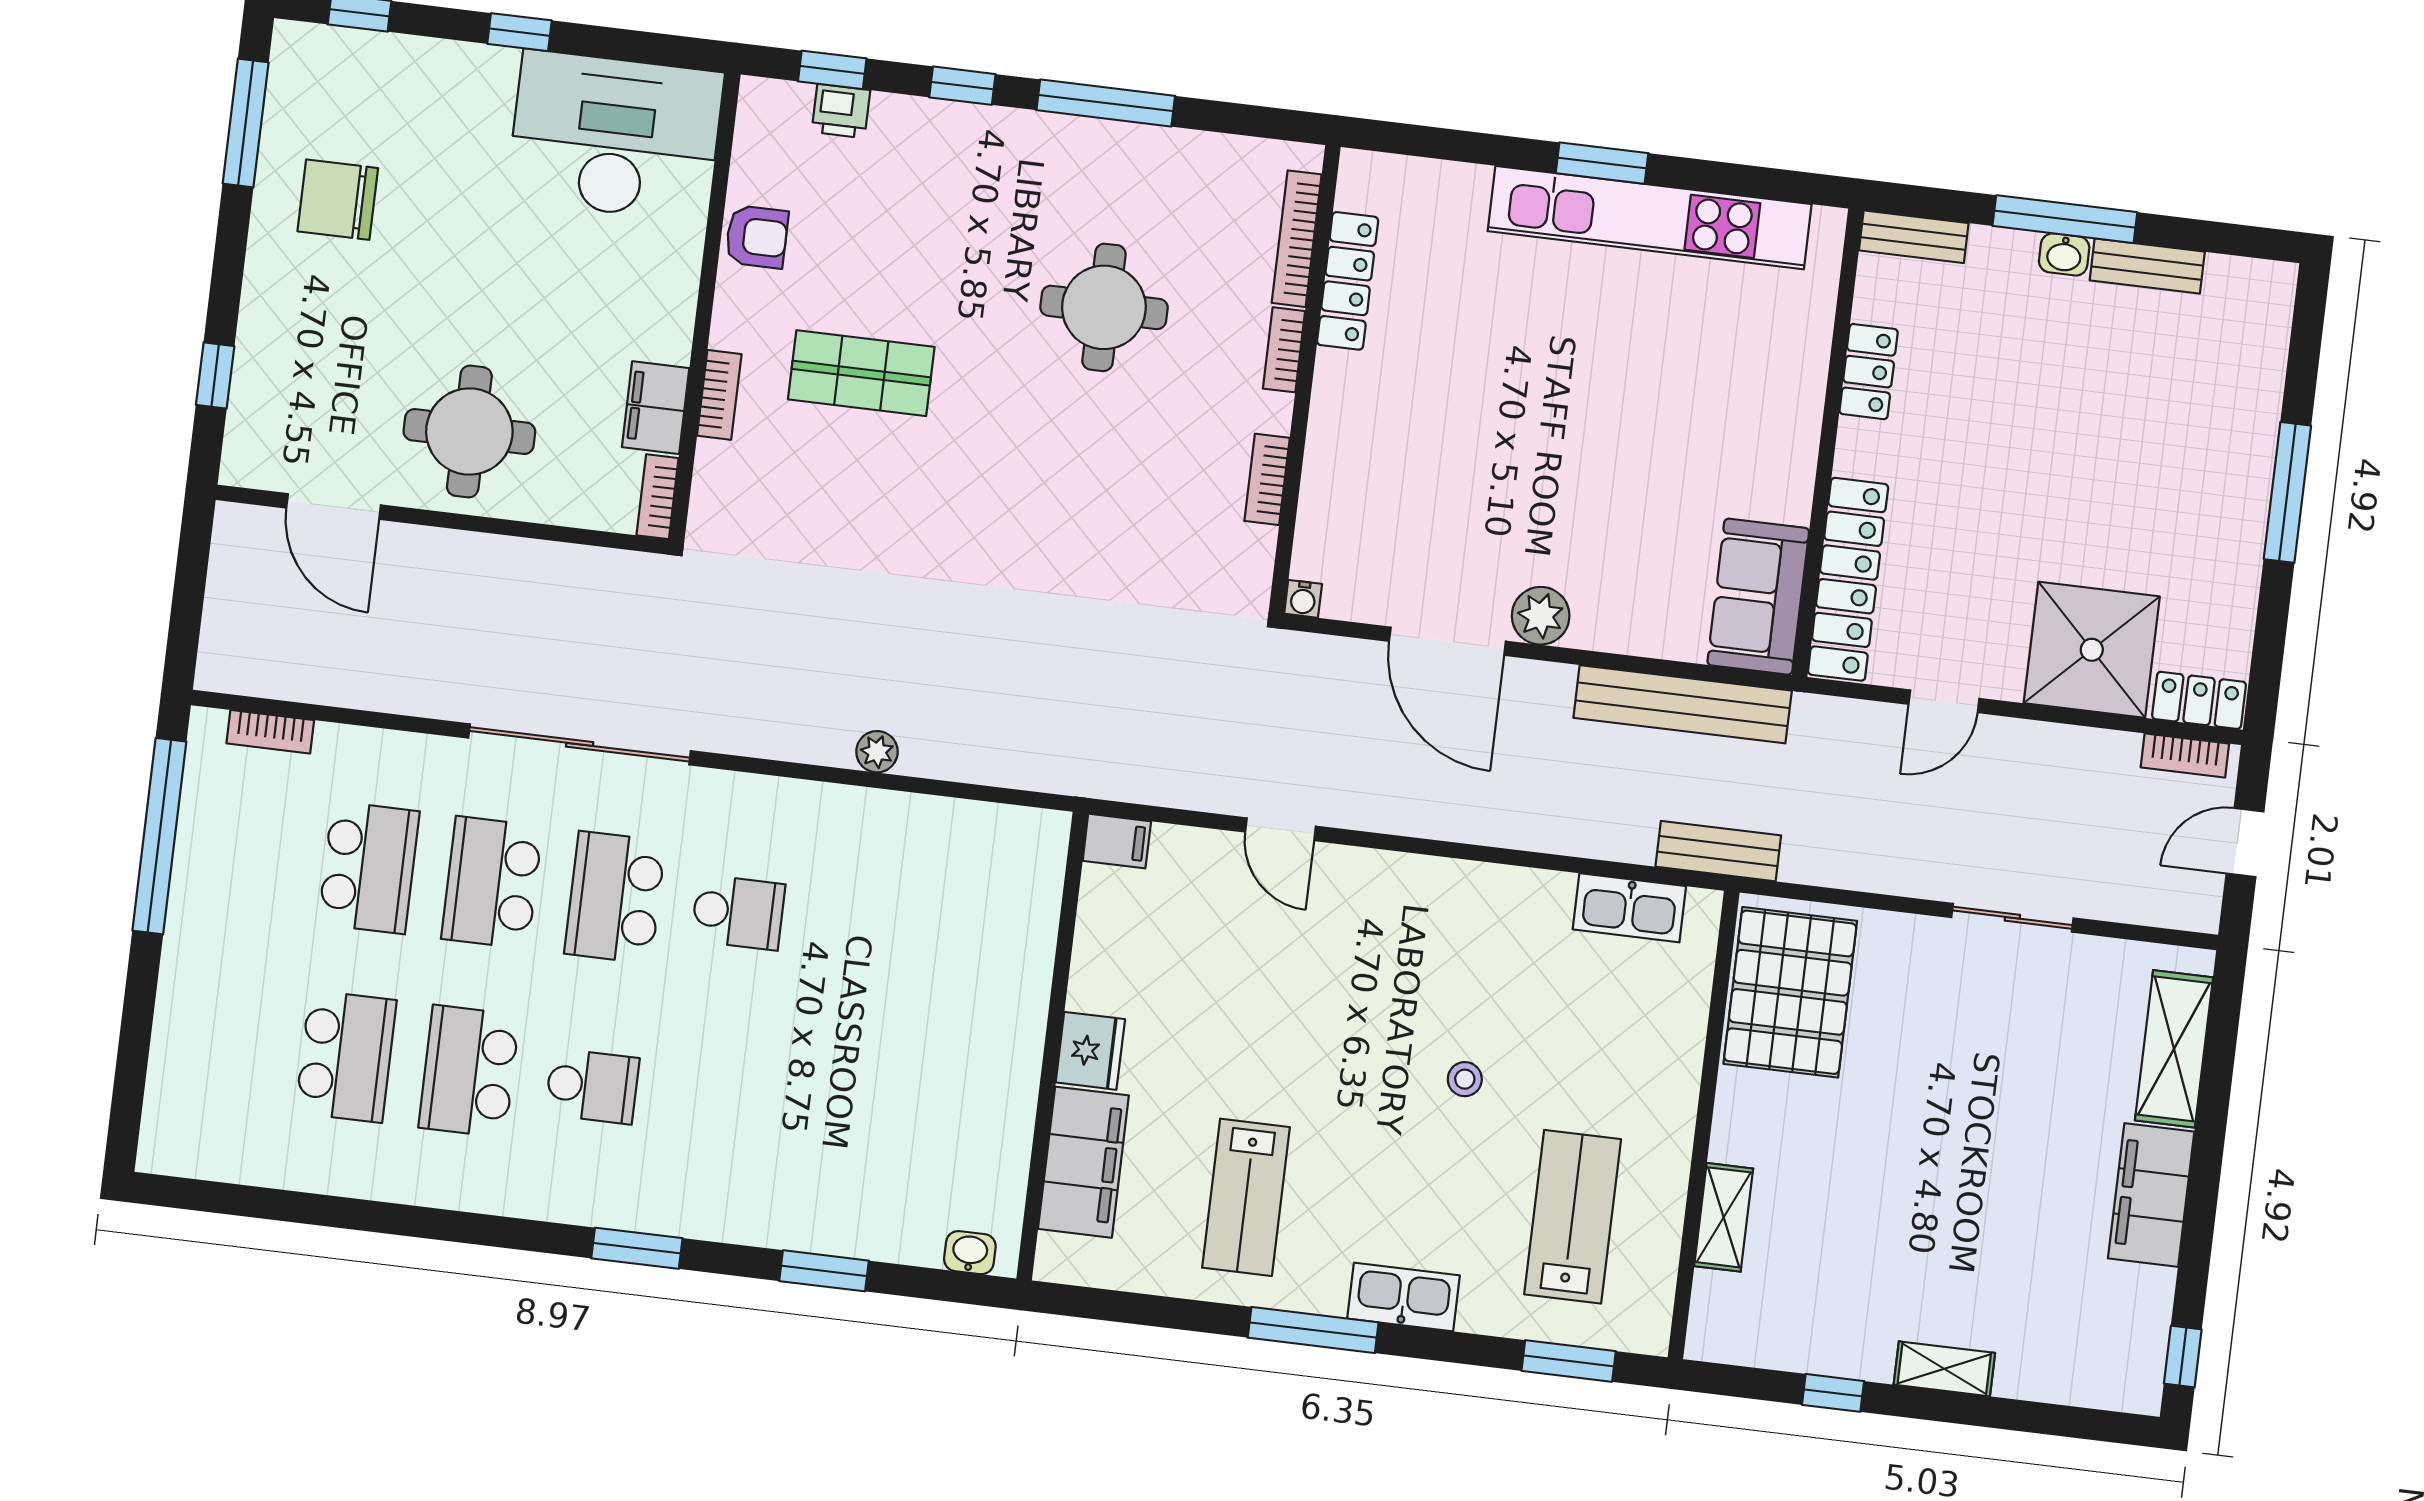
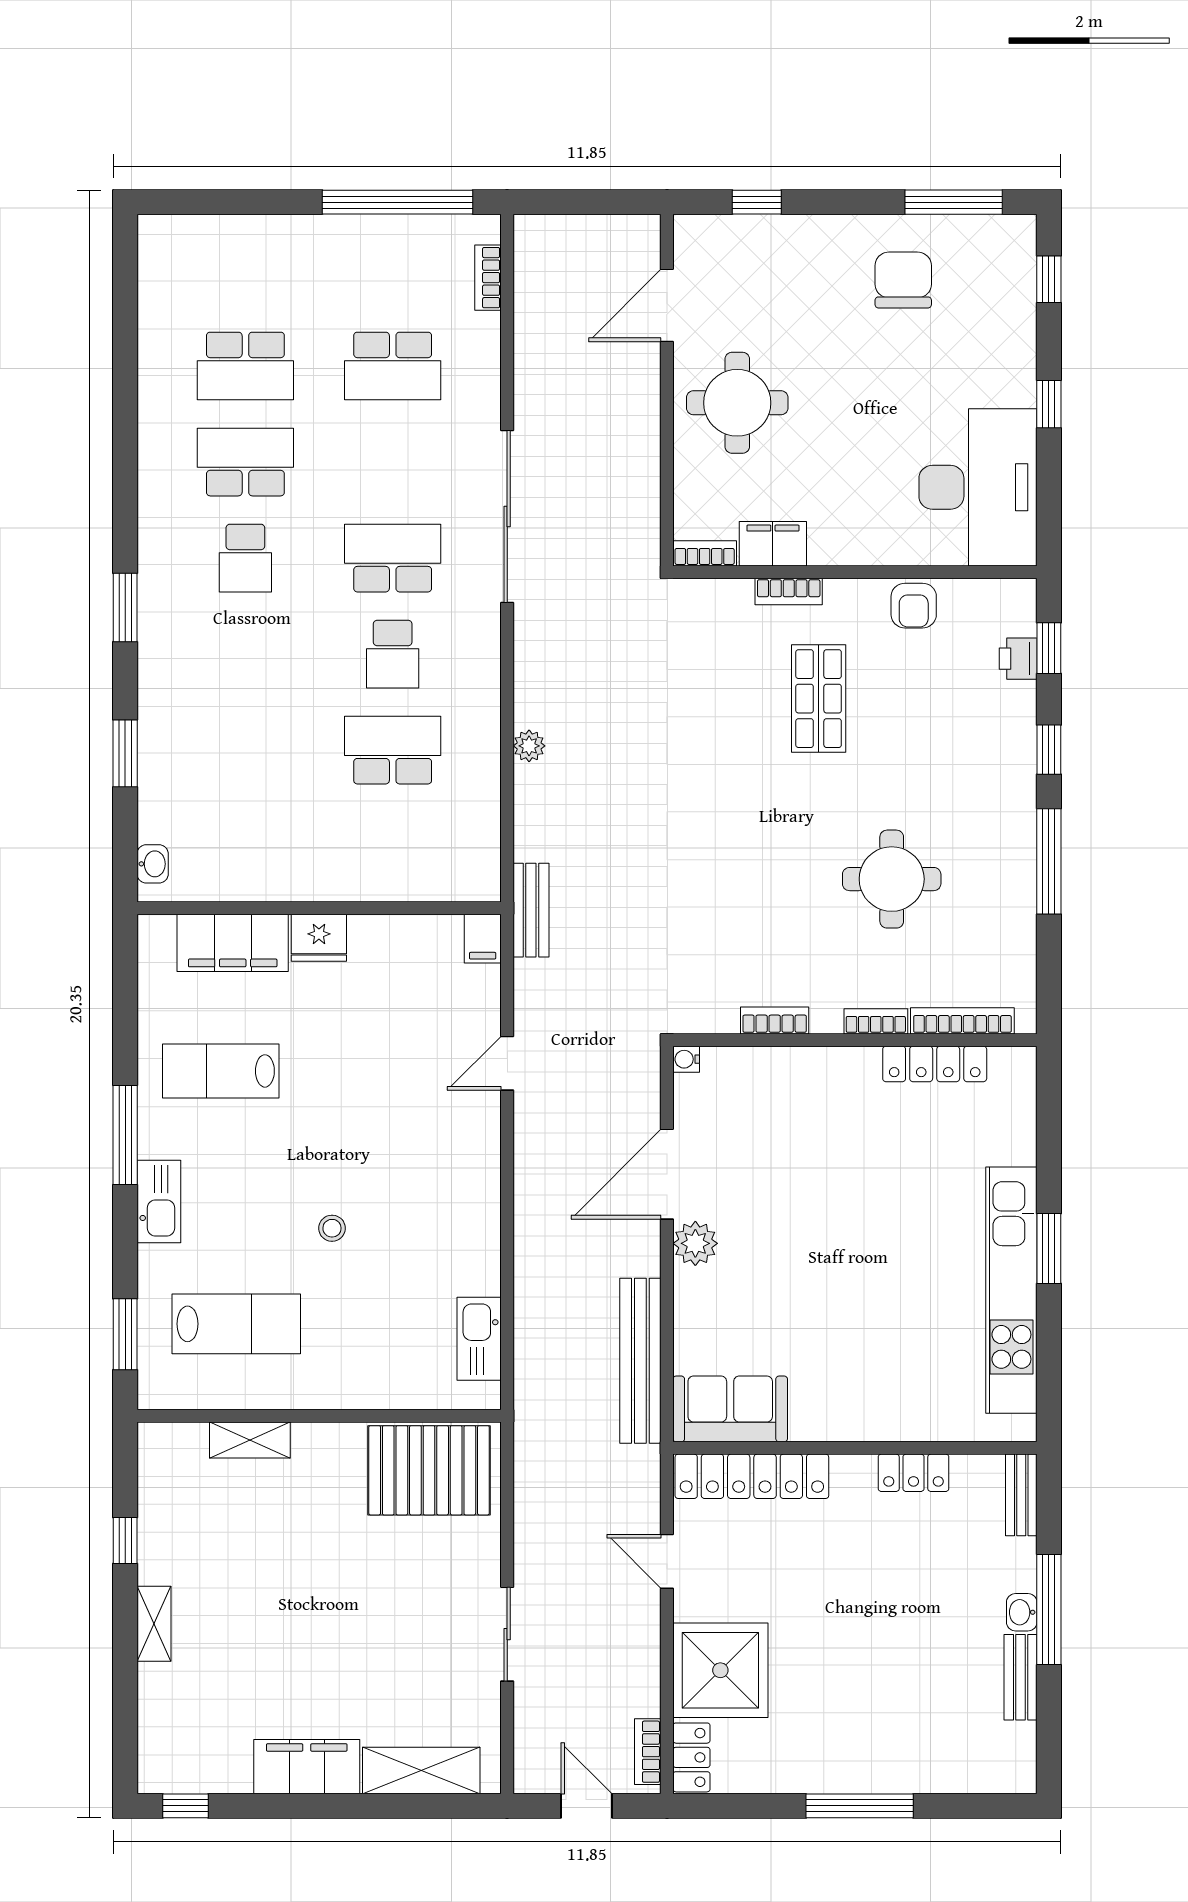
bench: (1718, 851) -> (531, 910), moved
school desk: (492, 883) -> (393, 750), moved

